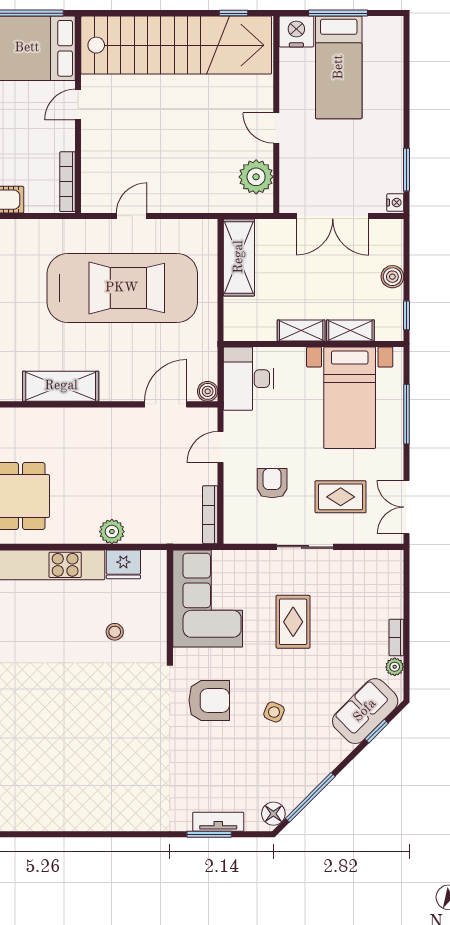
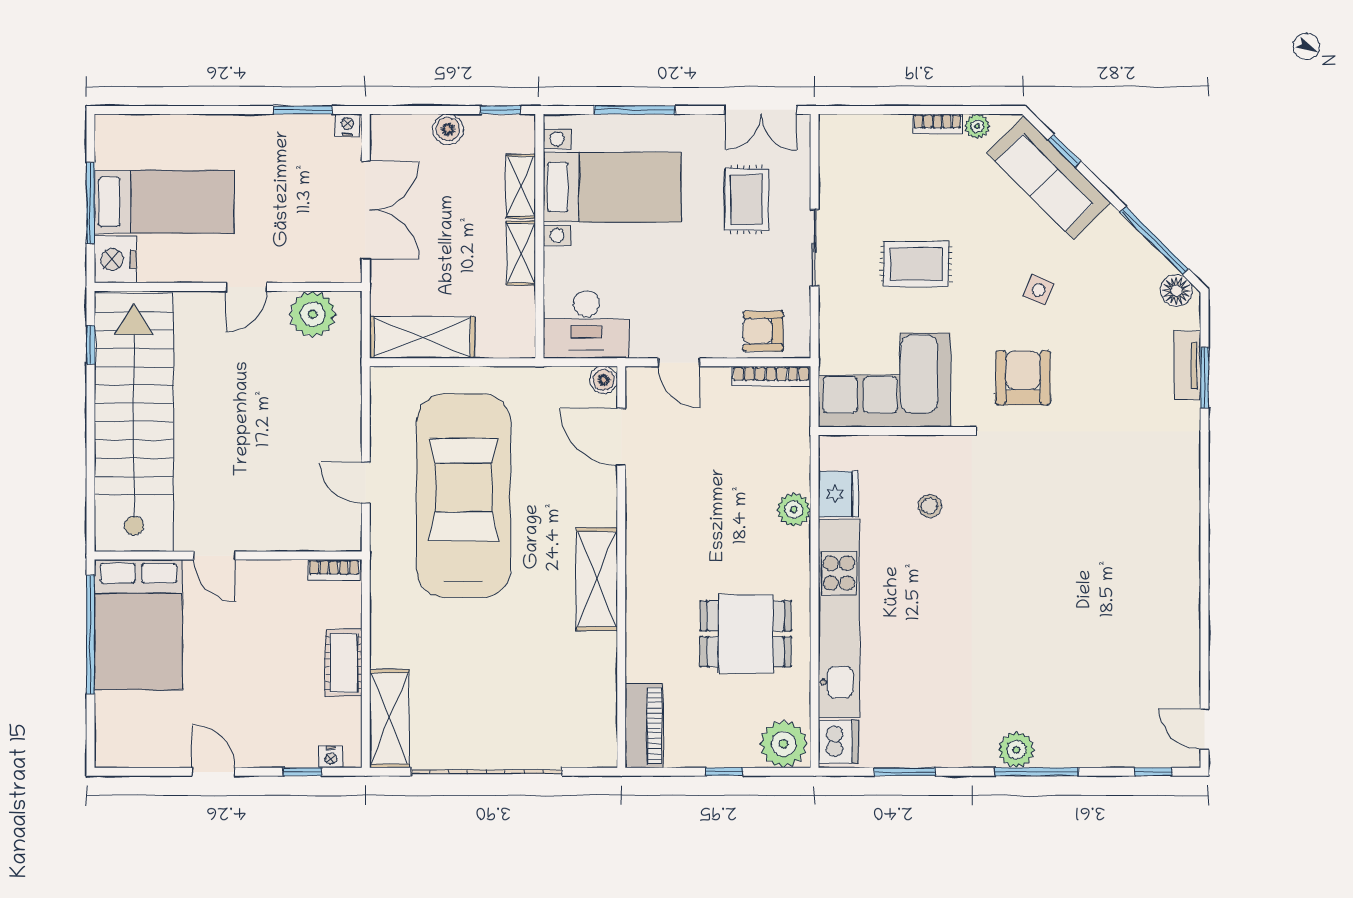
bookcase: (68, 182) -> (334, 570), width x0.64
armchair: (272, 483) -> (763, 331), moved
sofa: (365, 711) -> (1049, 178), width x1.36

